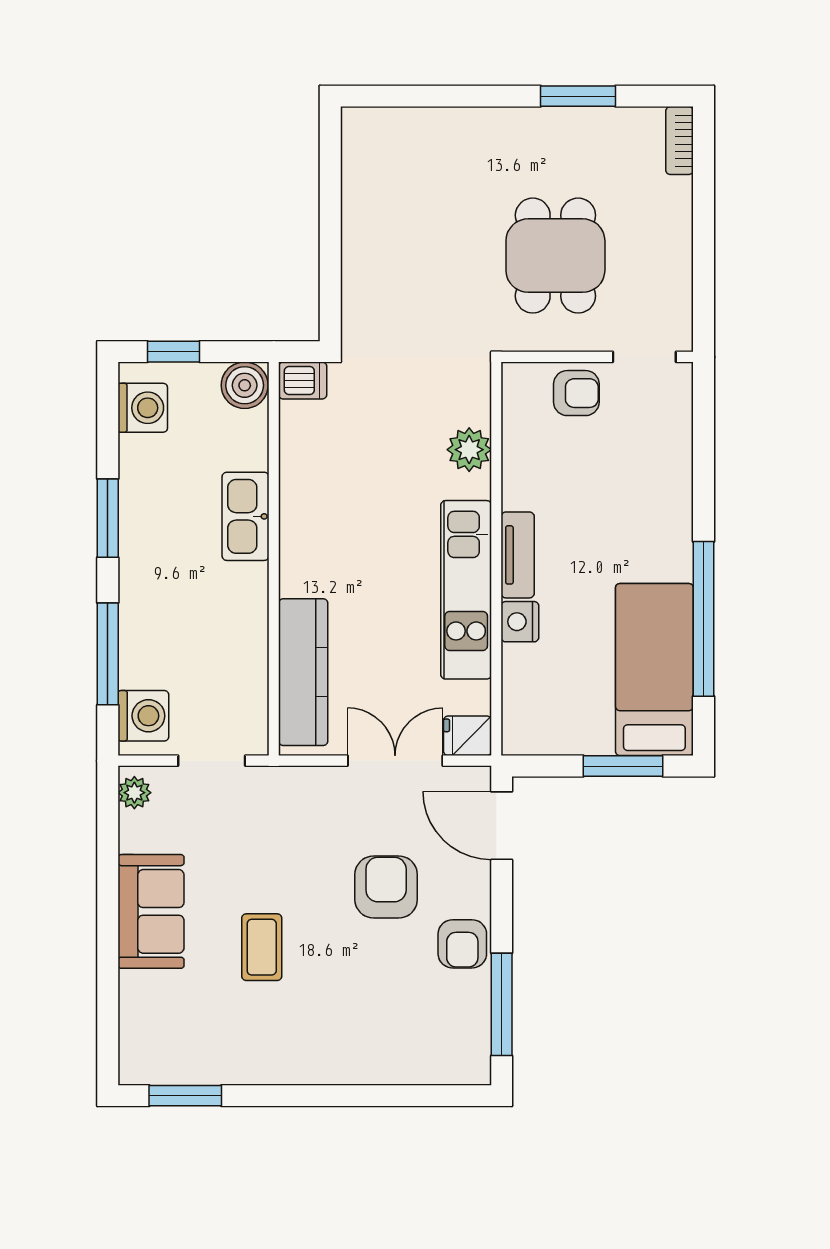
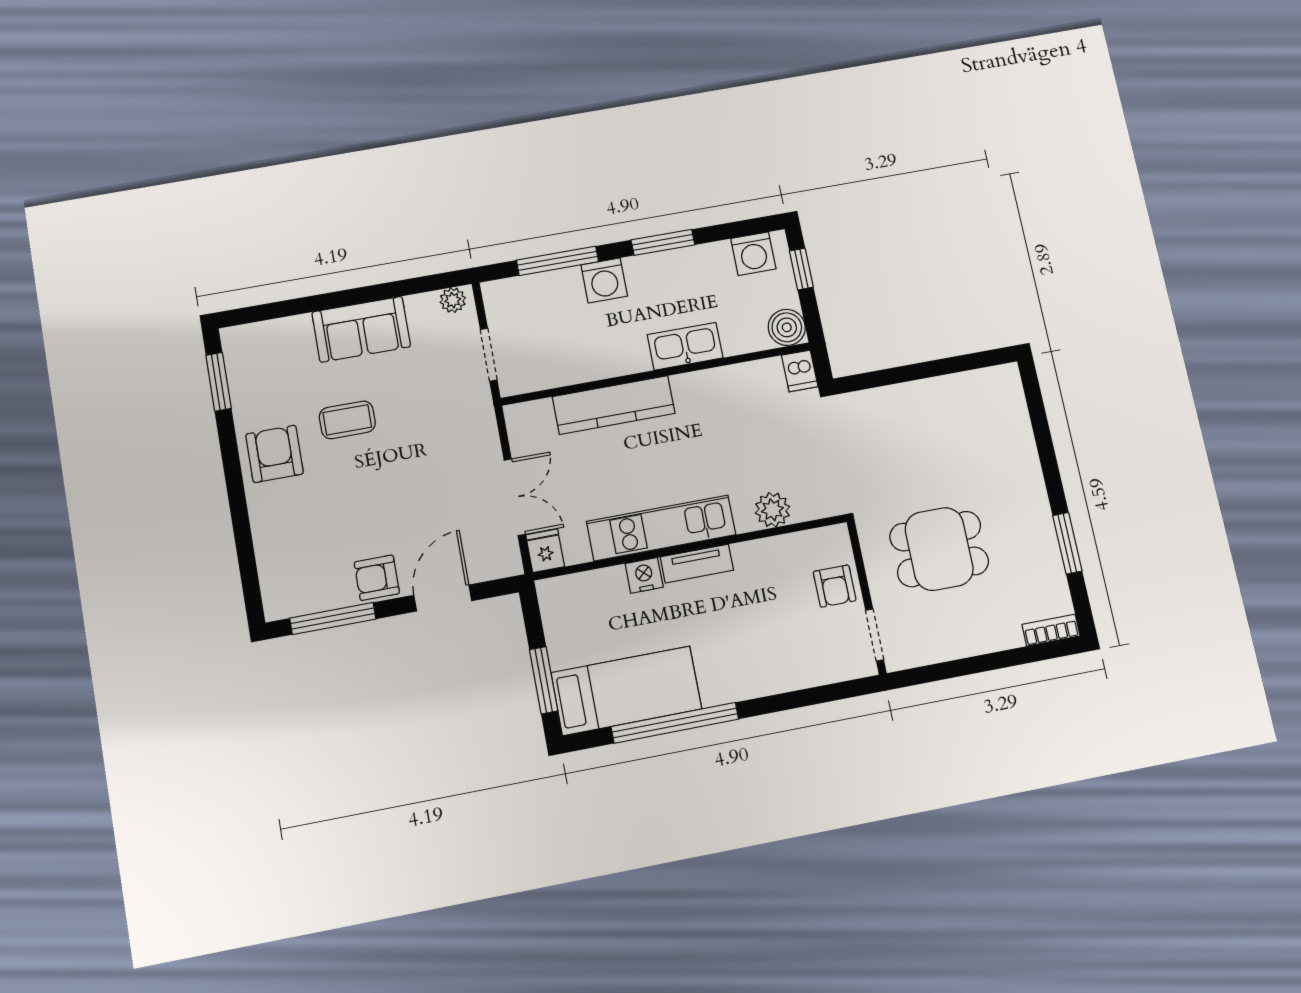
kitchen counter: (303, 672) -> (614, 405), moved
washing machine: (143, 716) -> (604, 280), moved
door: (502, 826) -> (443, 598), moved
armchair: (386, 887) -> (275, 454), moved, turned -90

